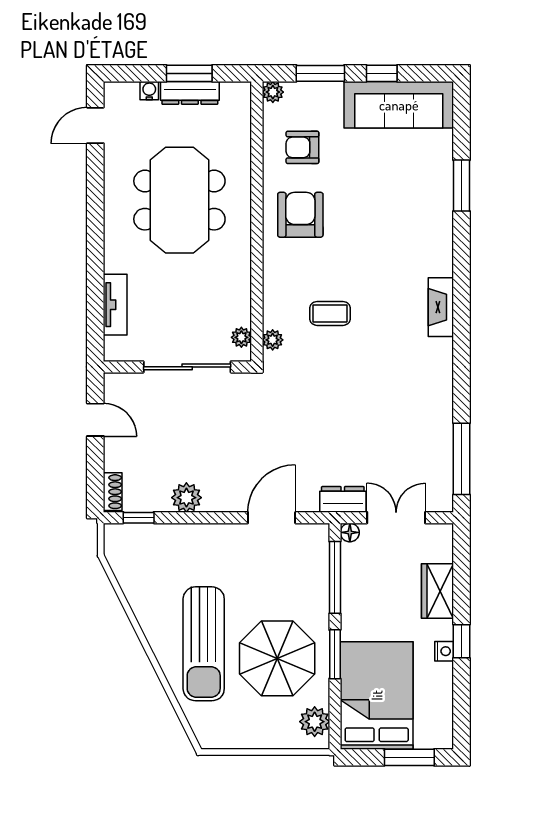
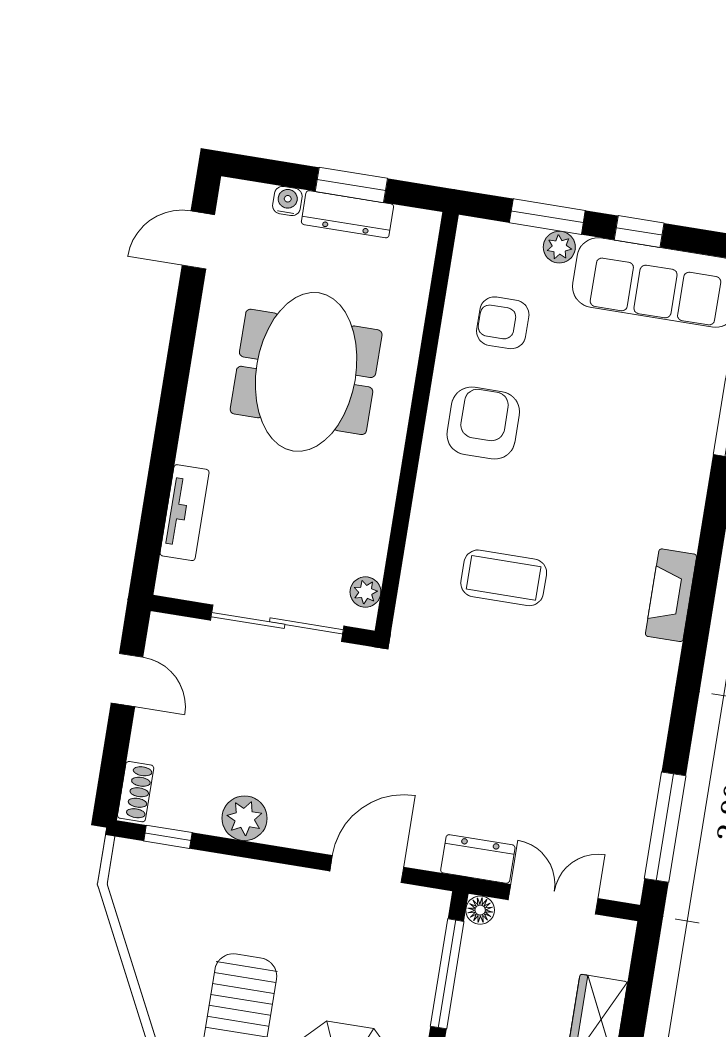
plant: (273, 92) -> (559, 247), moved
coffee table: (330, 313) -> (504, 578), width x1.36, depth x1.30
plant: (273, 340) -> (411, 603), removed

